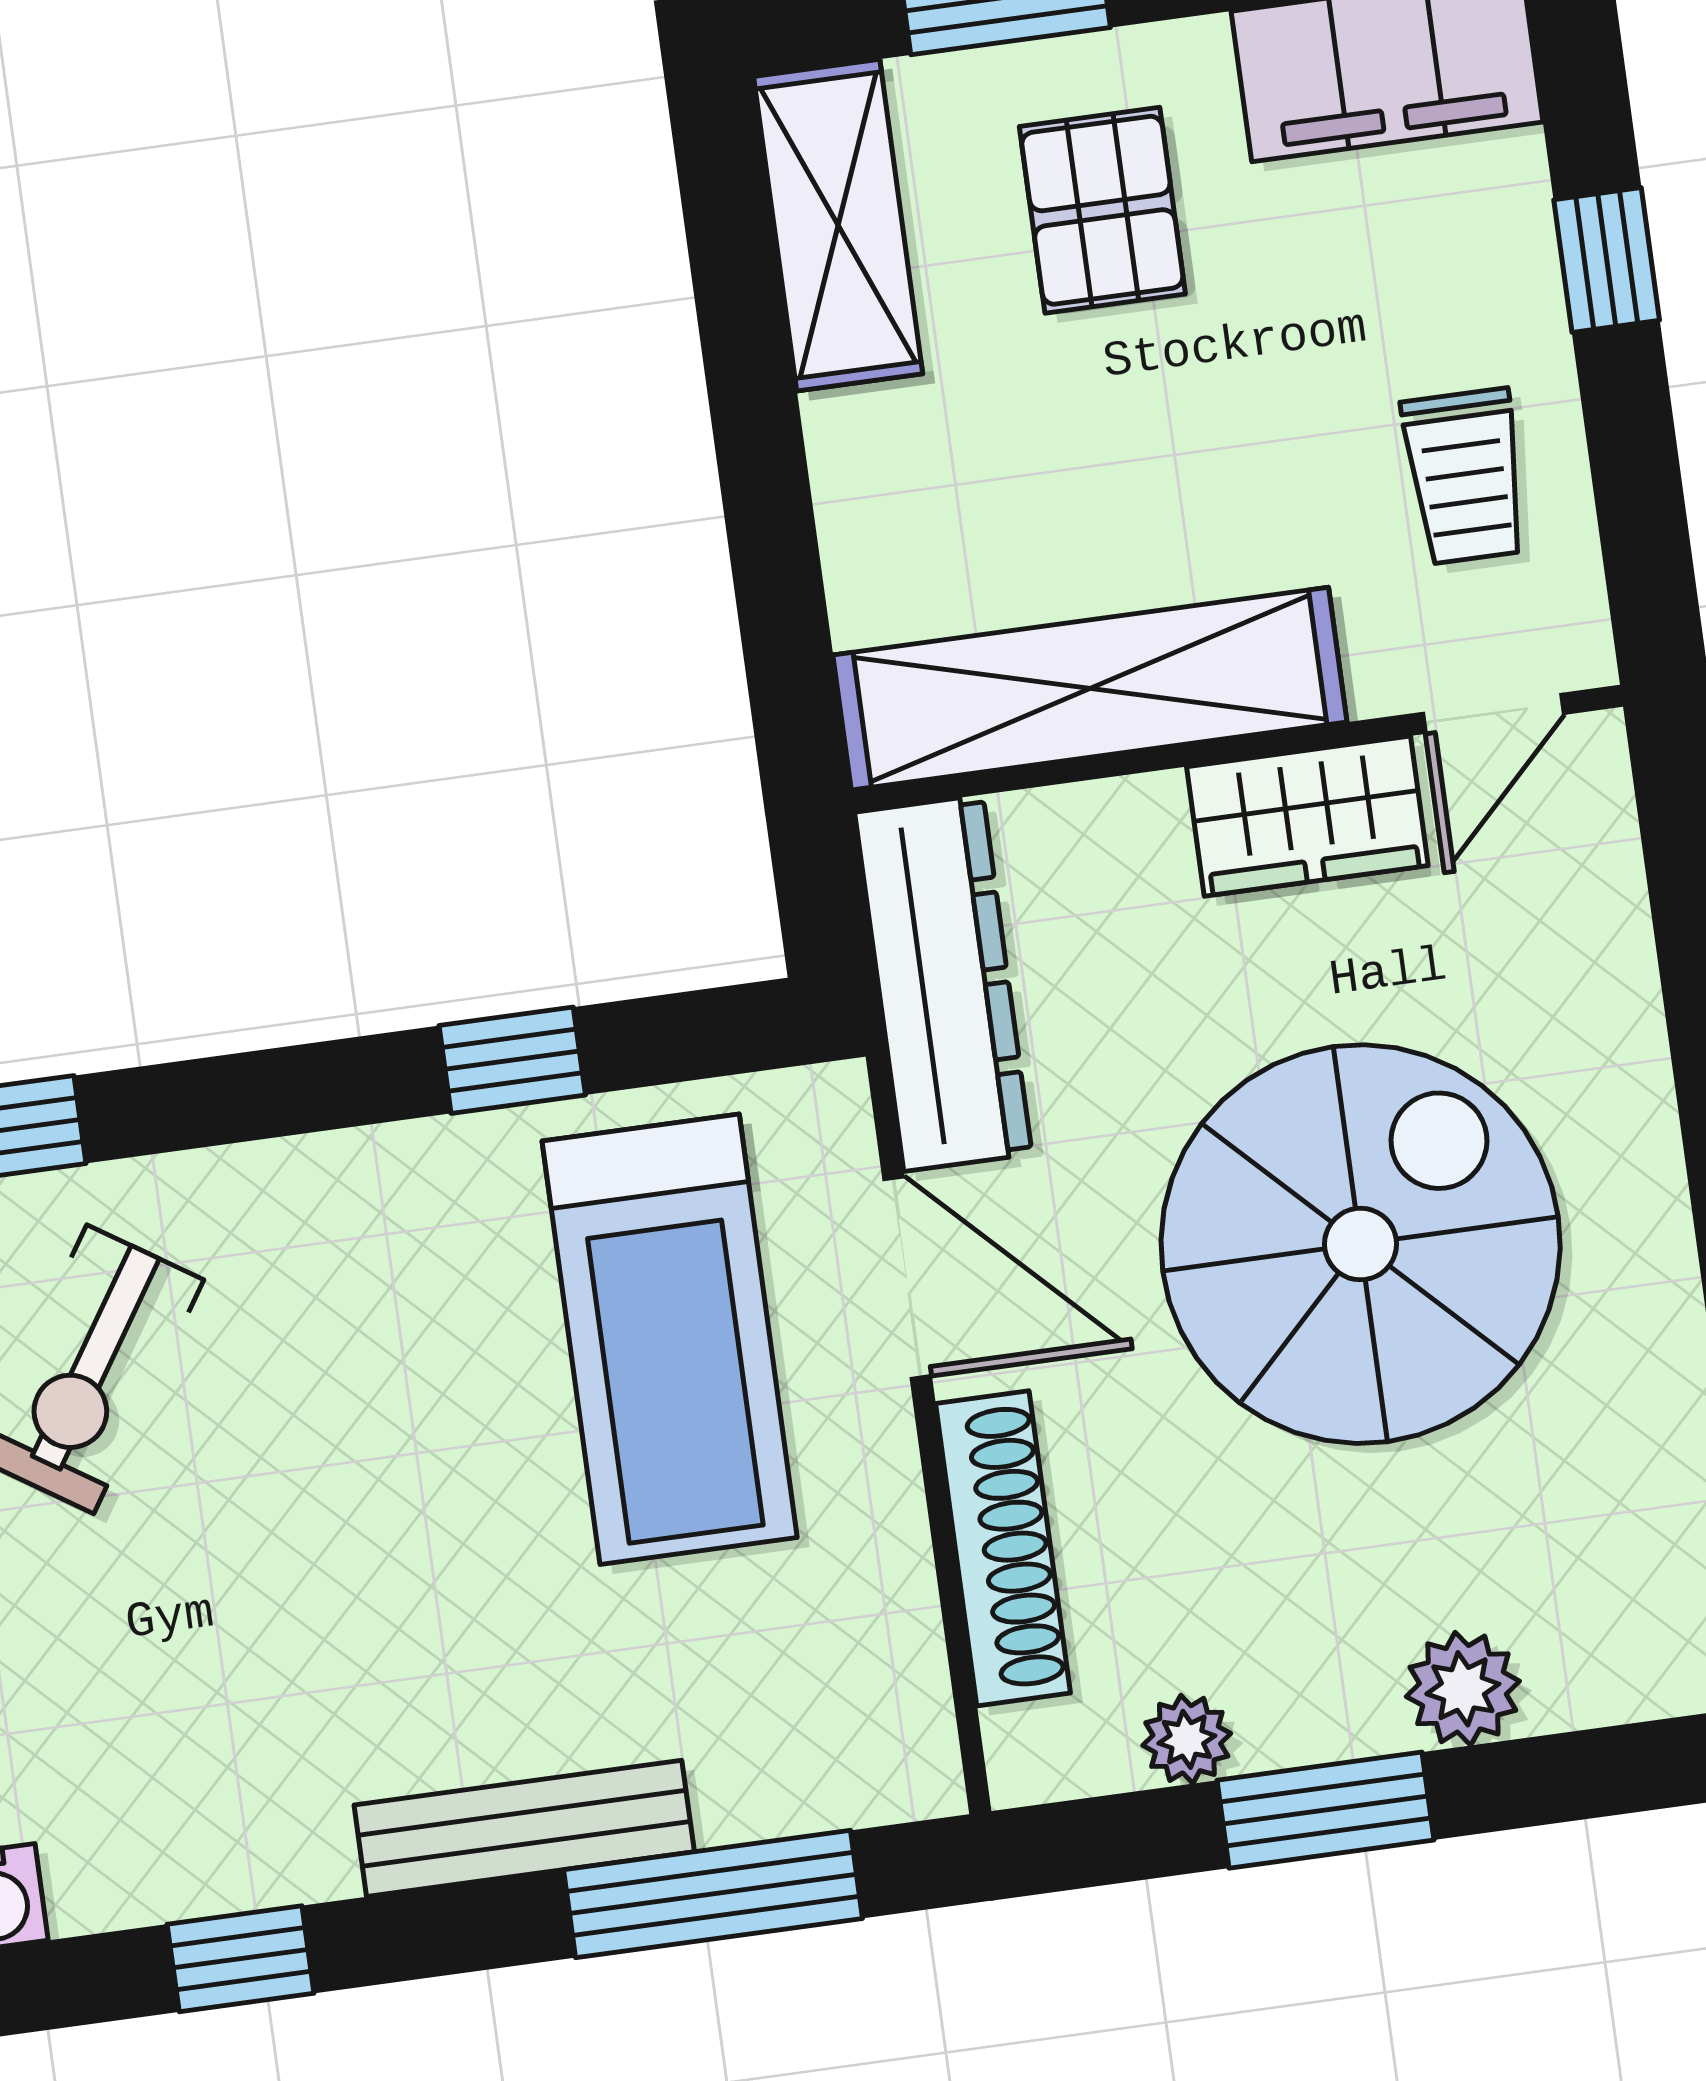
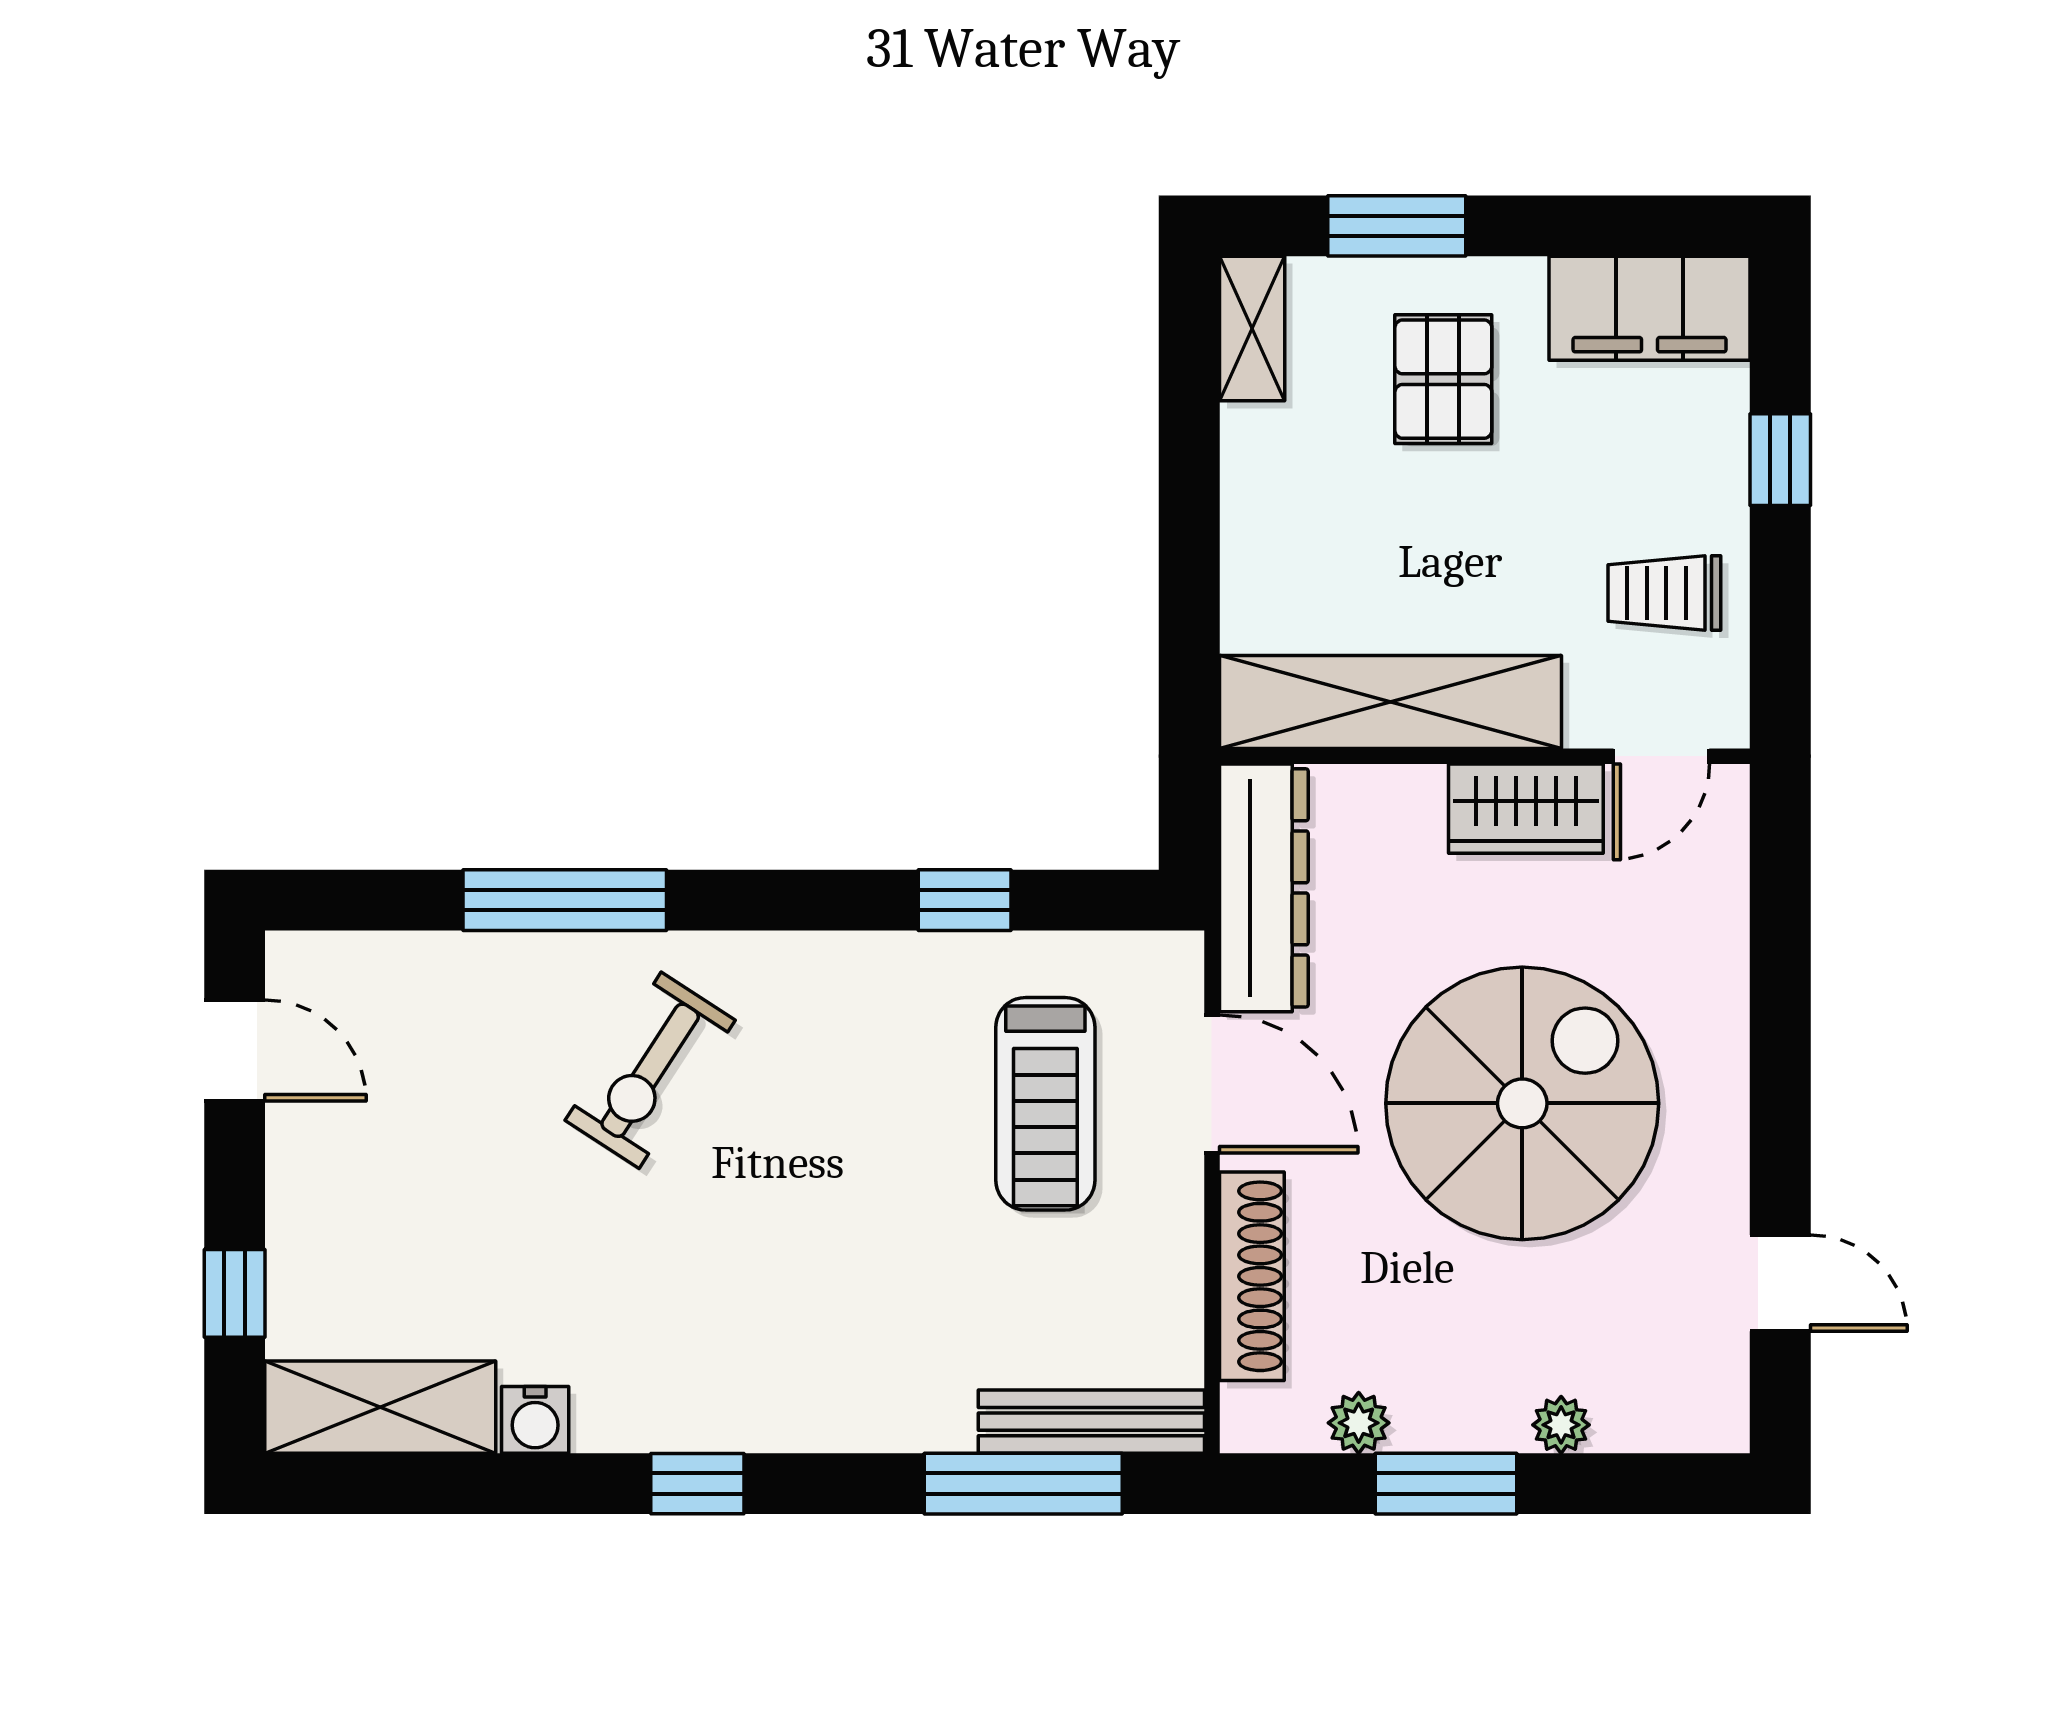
shelving: (838, 225) -> (1252, 329), width x0.67, depth x0.75
trolley: (1465, 476) -> (1664, 593), turned 90
treadmill: (670, 1339) -> (1045, 1104), width x0.73, depth x0.73
plant: (1463, 1689) -> (1561, 1425), width x0.73, depth x0.73
bench: (524, 1828) -> (1091, 1422), moved

